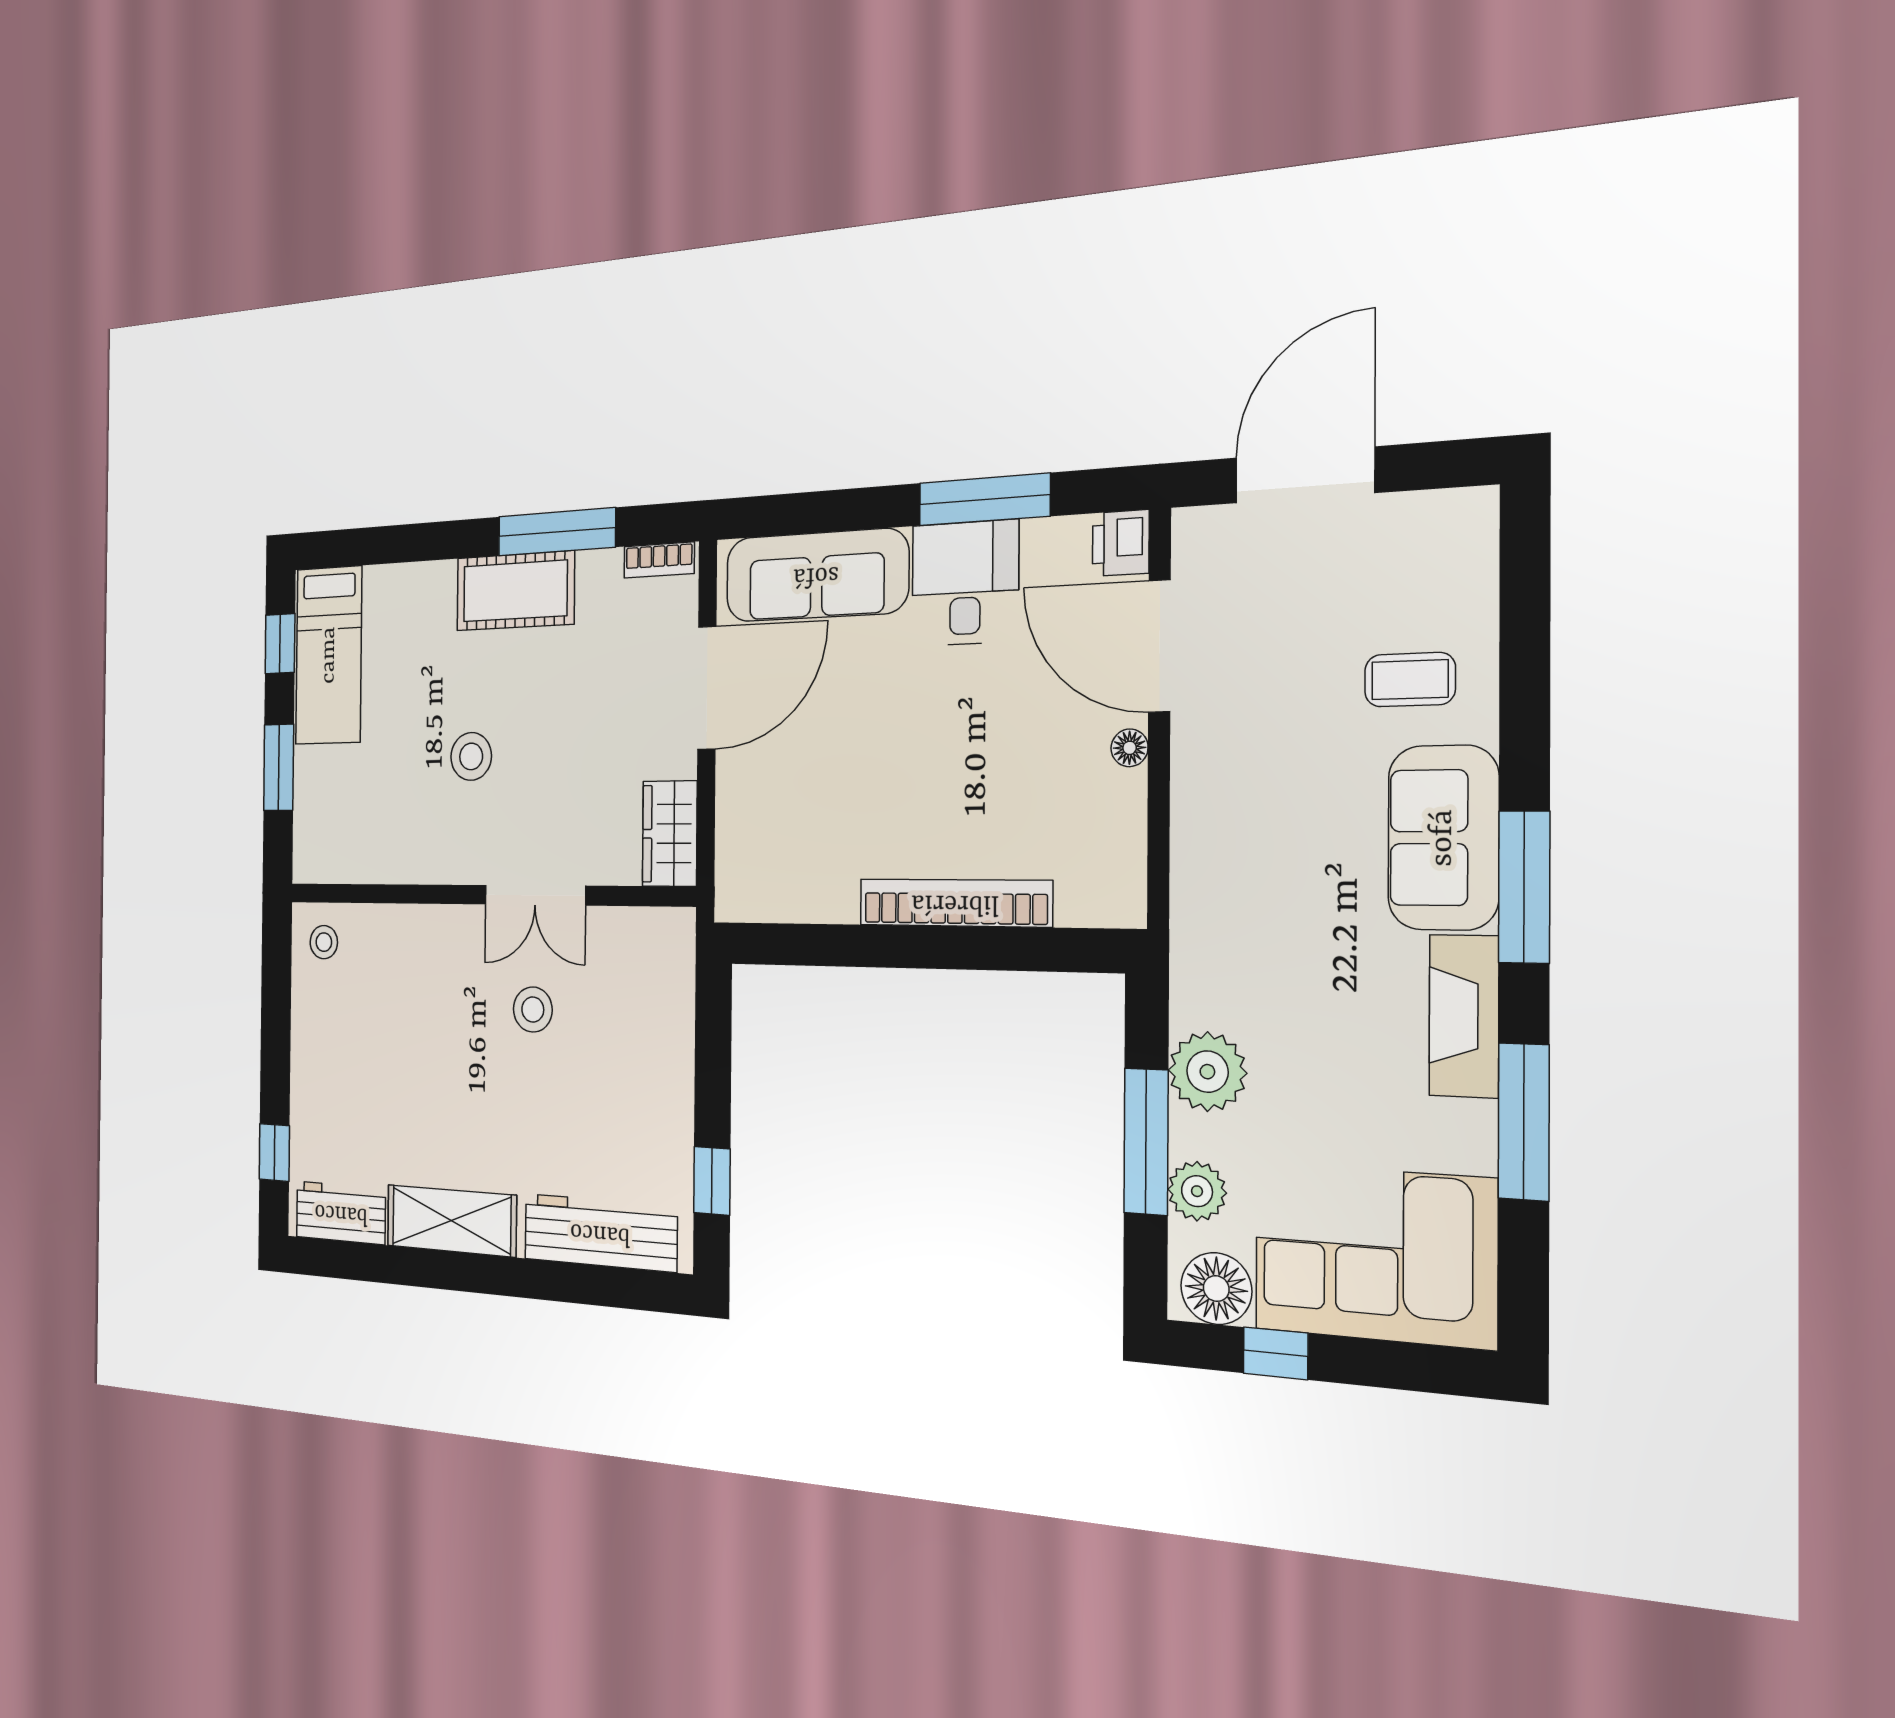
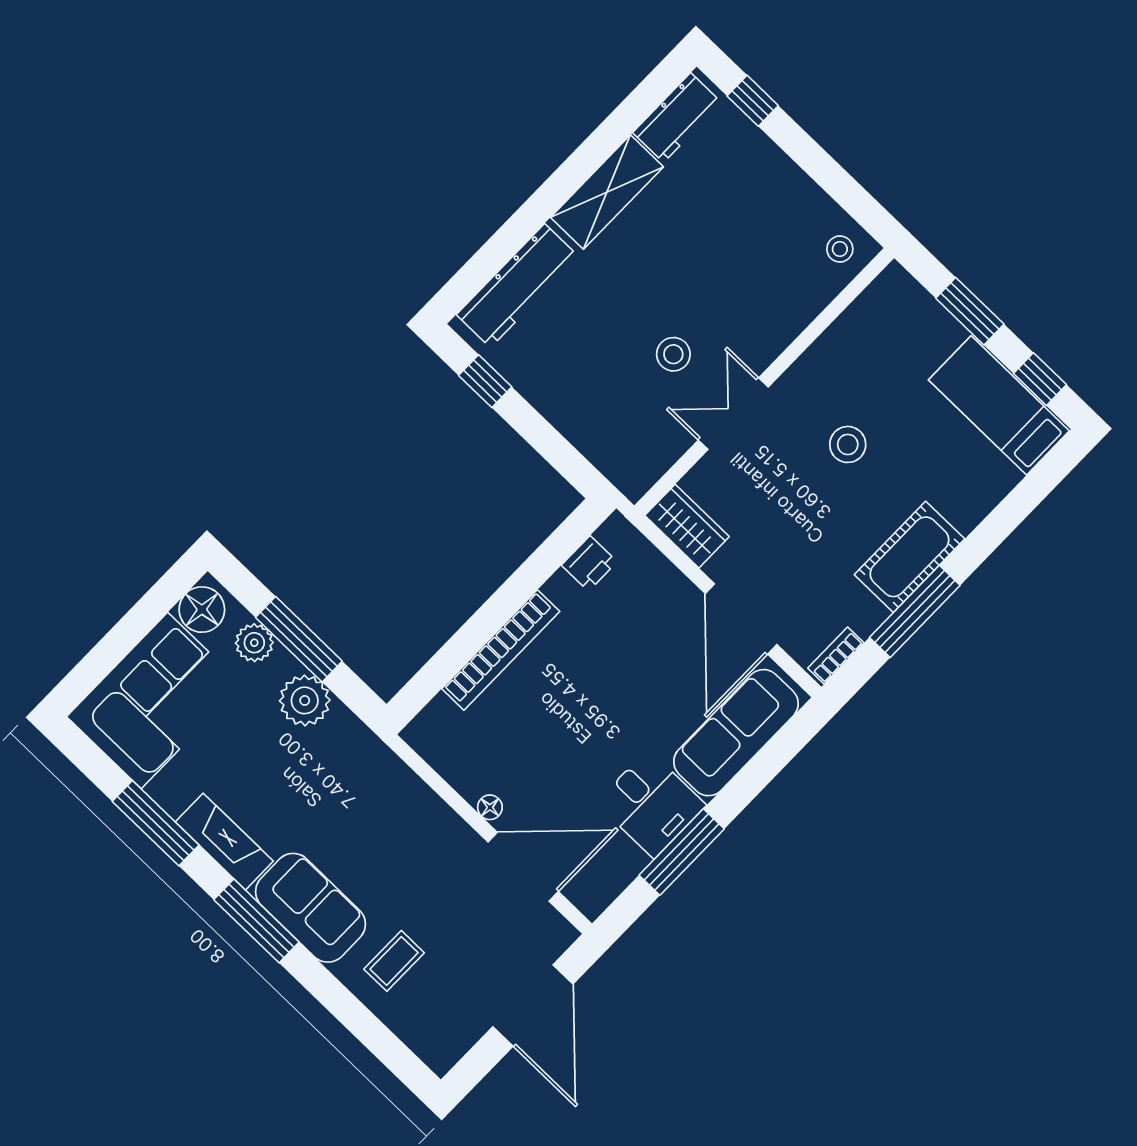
printer: (1121, 543) -> (589, 563), moved, turned 90
window: (1276, 1353) -> (149, 611), removed

